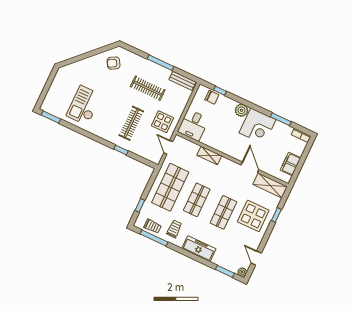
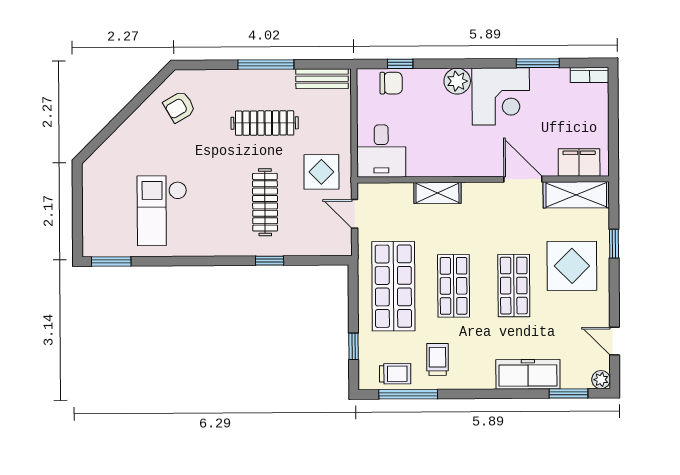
filing cabinet: (291, 164) -> (579, 162), moved, turned 90
freezer: (199, 249) -> (528, 374), moved

